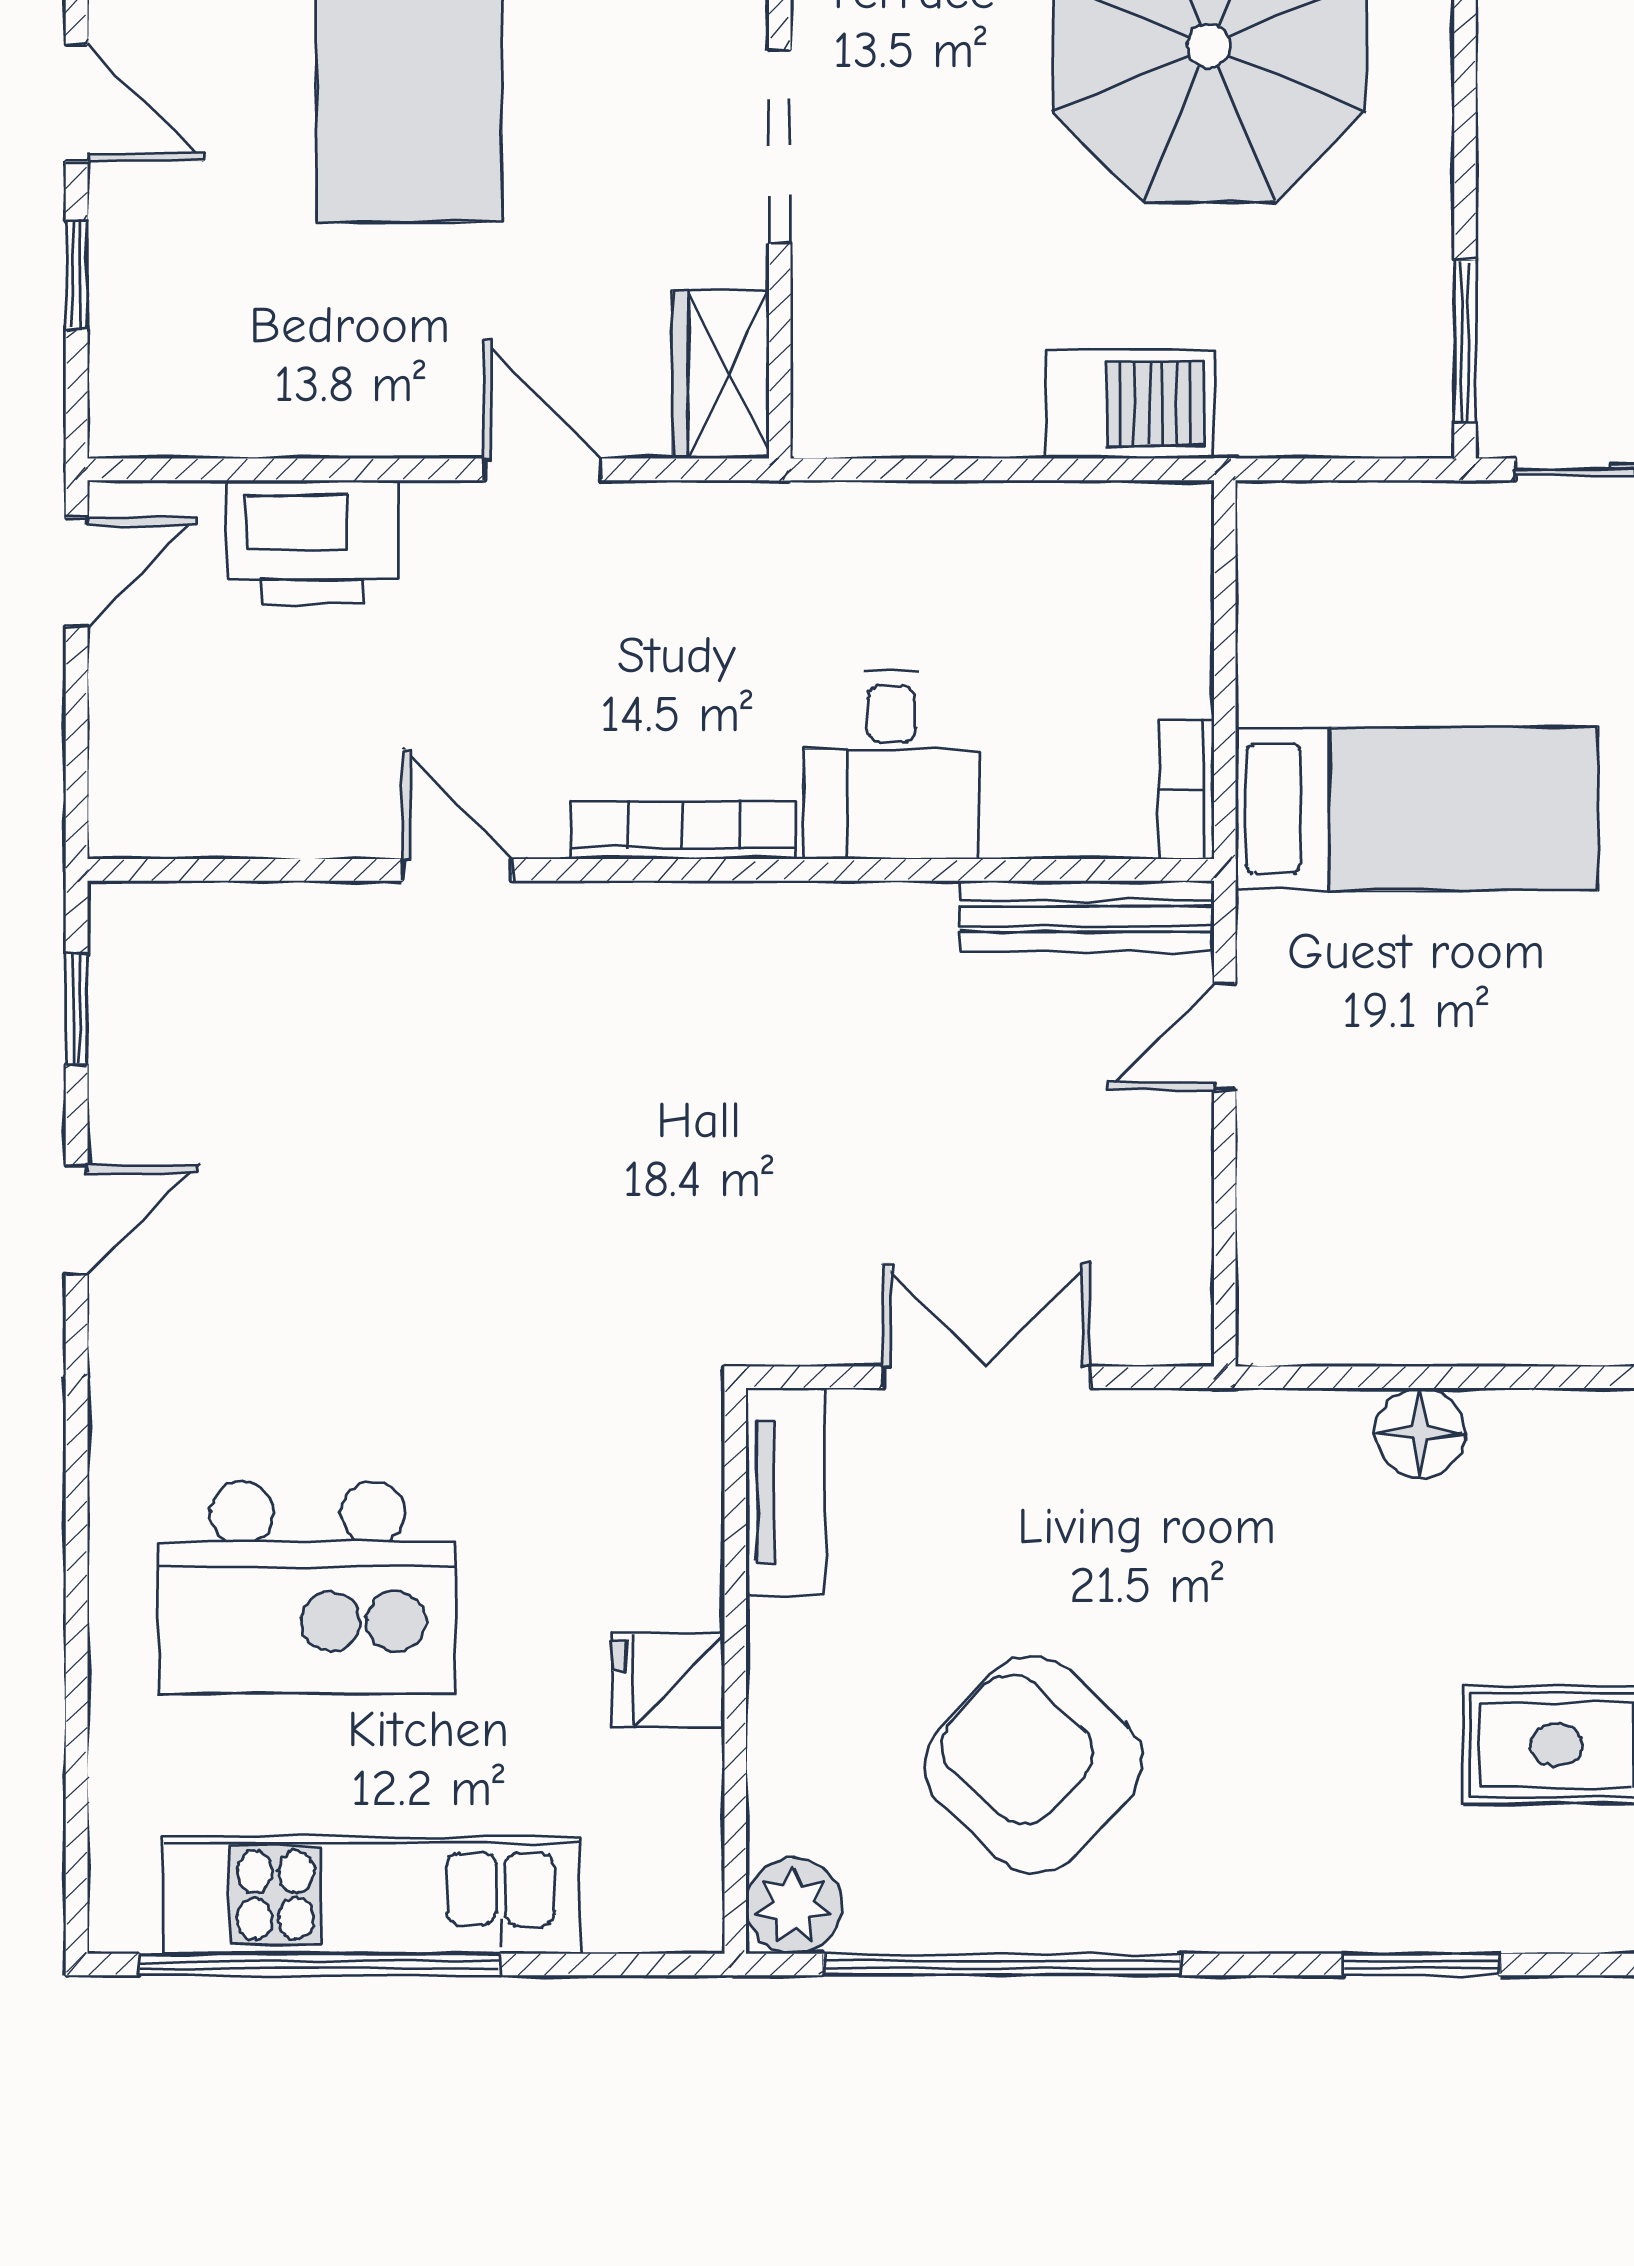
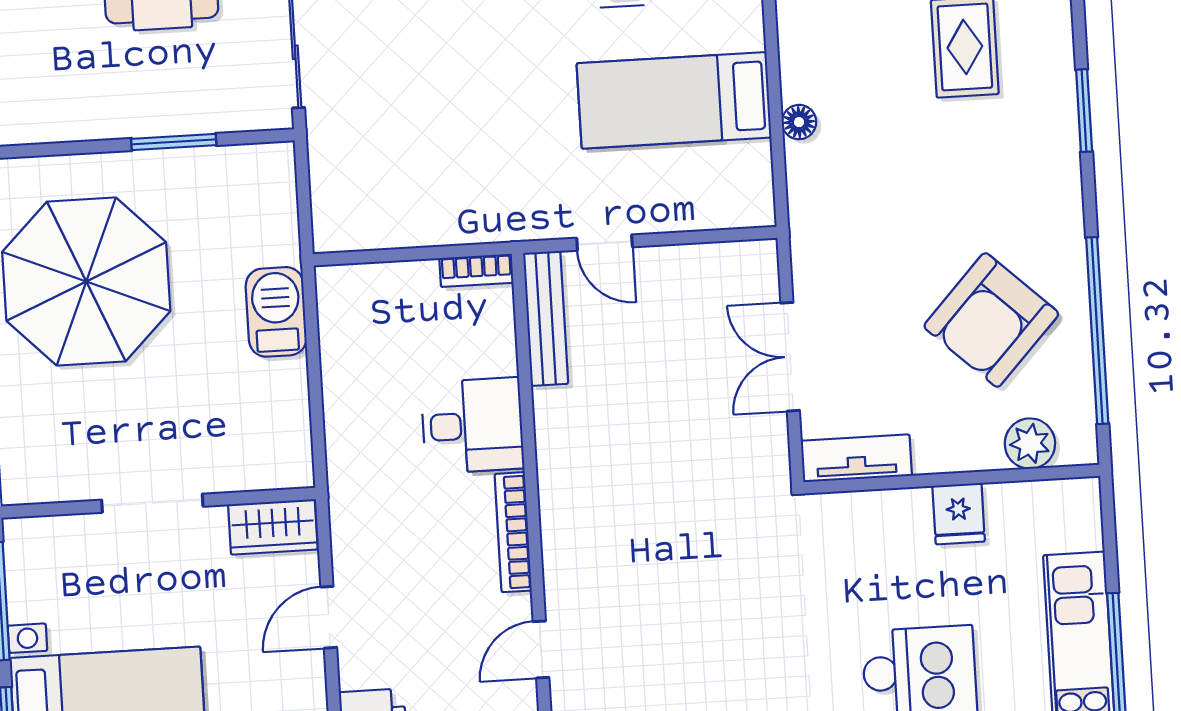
window: (1465, 342) -> (174, 142), moved
bed: (1417, 809) -> (674, 100), moved, turned -90
floor lamp: (1420, 1433) -> (799, 122), width x0.73, depth x0.73
plant: (794, 1906) -> (1030, 444), moved

